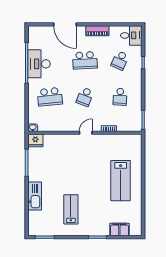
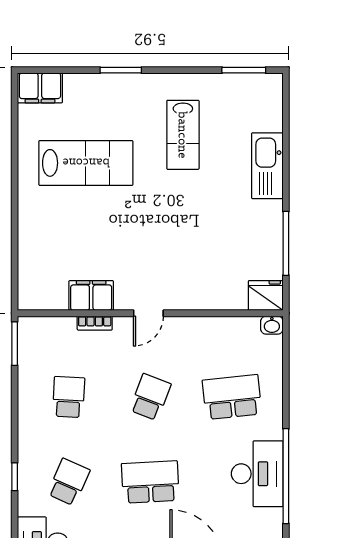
filing cabinet: (110, 140) -> (91, 296), added
lab bench: (121, 181) -> (86, 163), moved, turned 90
filing cabinet: (119, 229) -> (40, 88), moved

